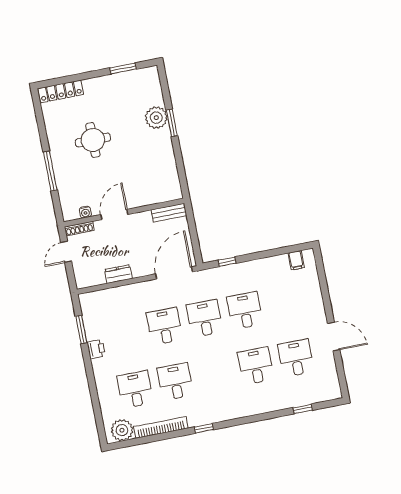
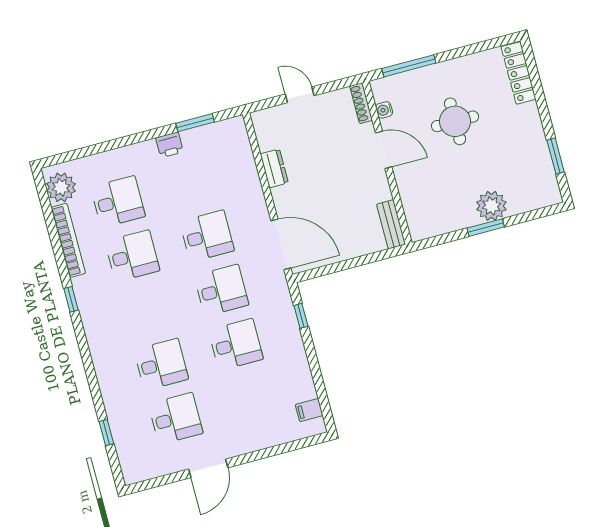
water cooler: (85, 212) -> (384, 110), moved
wall: (124, 213) -> (387, 163), moved
bench: (169, 213) -> (391, 224), moved
door: (114, 214) -> (384, 150), moved
shoe rack: (79, 229) -> (361, 103), moved

